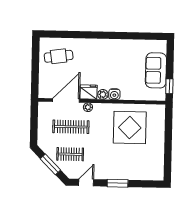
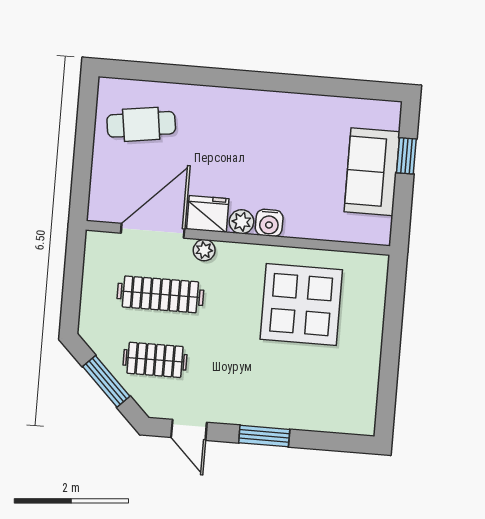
window: (169, 86) -> (406, 156), moved
door: (86, 183) -> (189, 430), swing flipped

